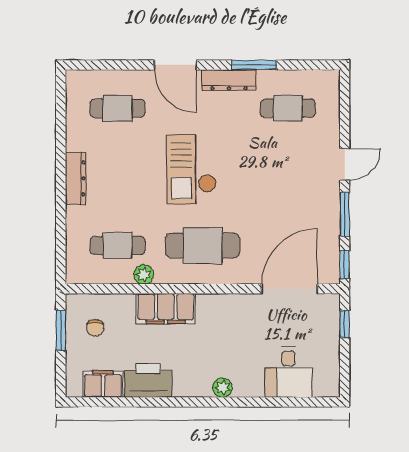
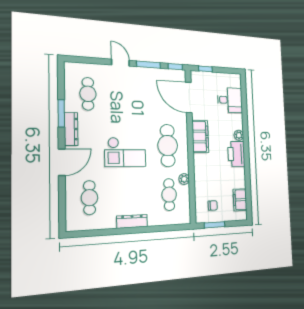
filing cabinet: (166, 309) -> (200, 137), moved
printer: (148, 380) -> (236, 154), moved

